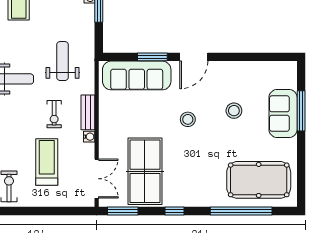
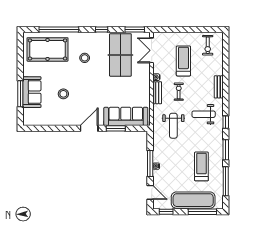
stool: (188, 119) -> (85, 58), moved
treadmill: (47, 162) -> (183, 61), turned 180

